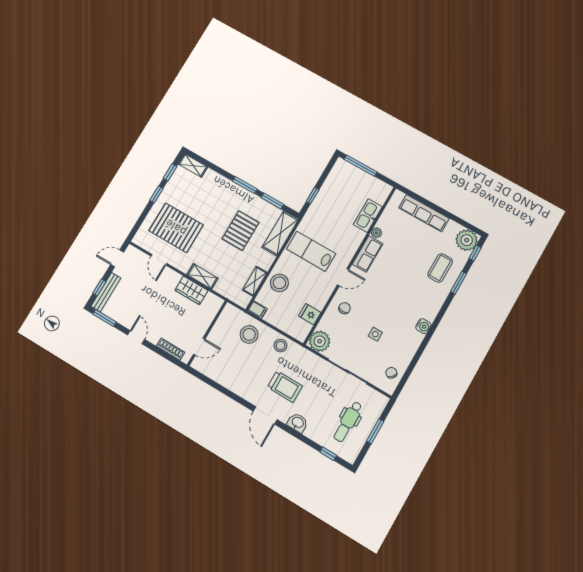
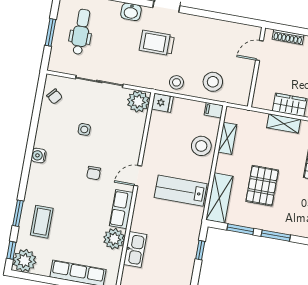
plant: (376, 233) -> (114, 239), width x1.88, depth x1.88
lab bench: (311, 251) -> (181, 191), turned 180
chair: (345, 308) -> (94, 173), moved
fridge: (310, 314) -> (162, 103), moved

